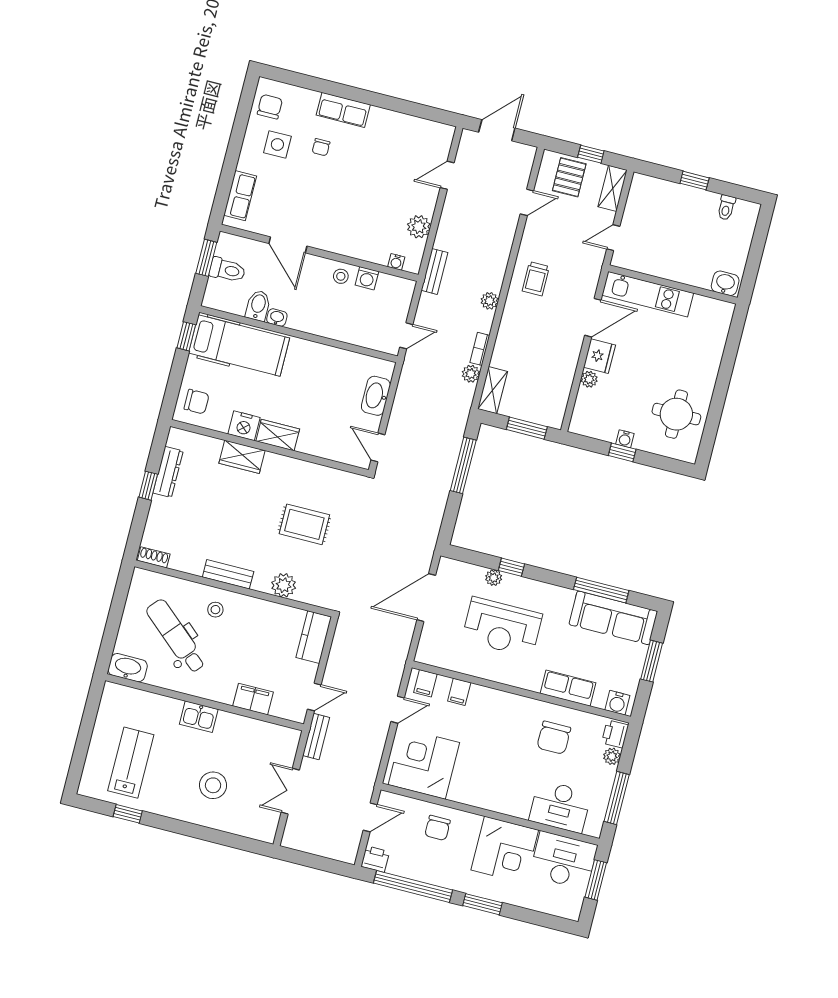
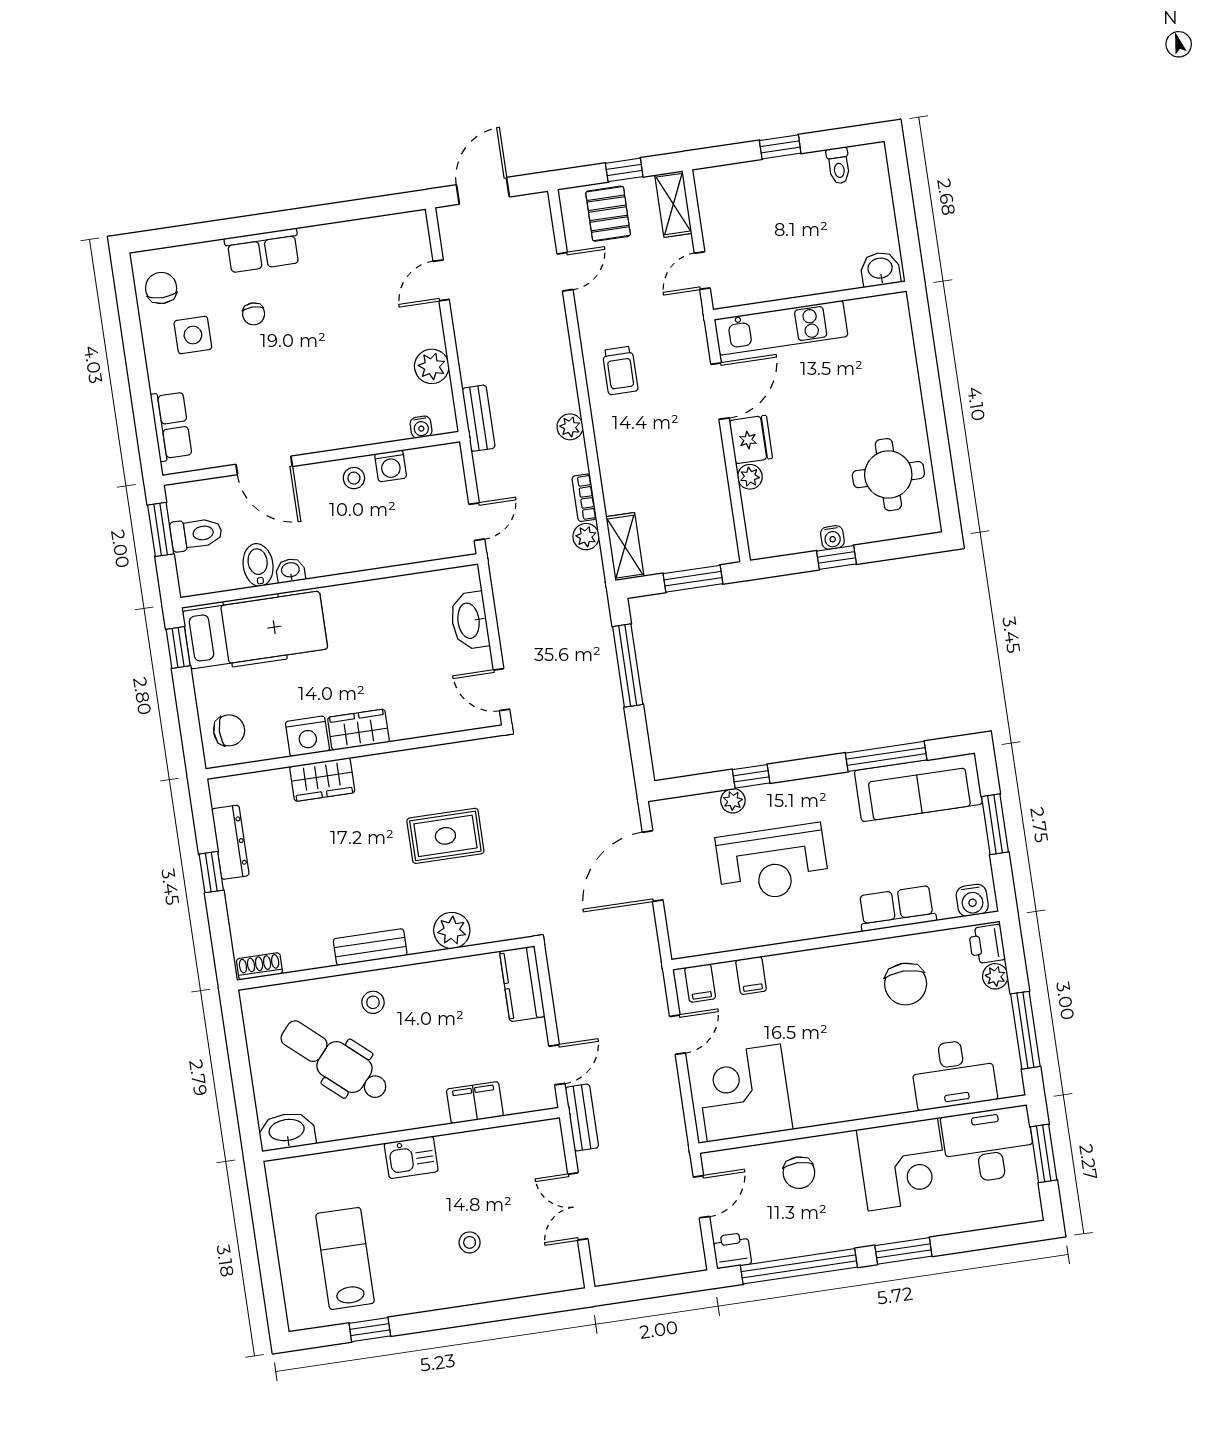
stool: (213, 785) -> (470, 1242), width x0.53, depth x0.53

